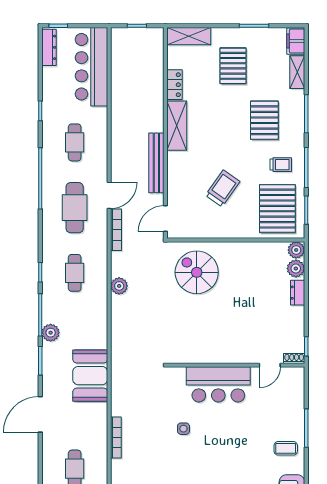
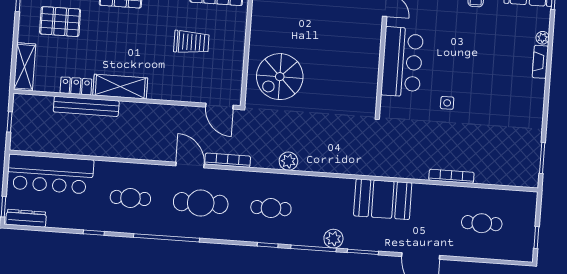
bench: (156, 163) -> (86, 106), moved
trolley: (223, 188) -> (191, 42), turned 145

